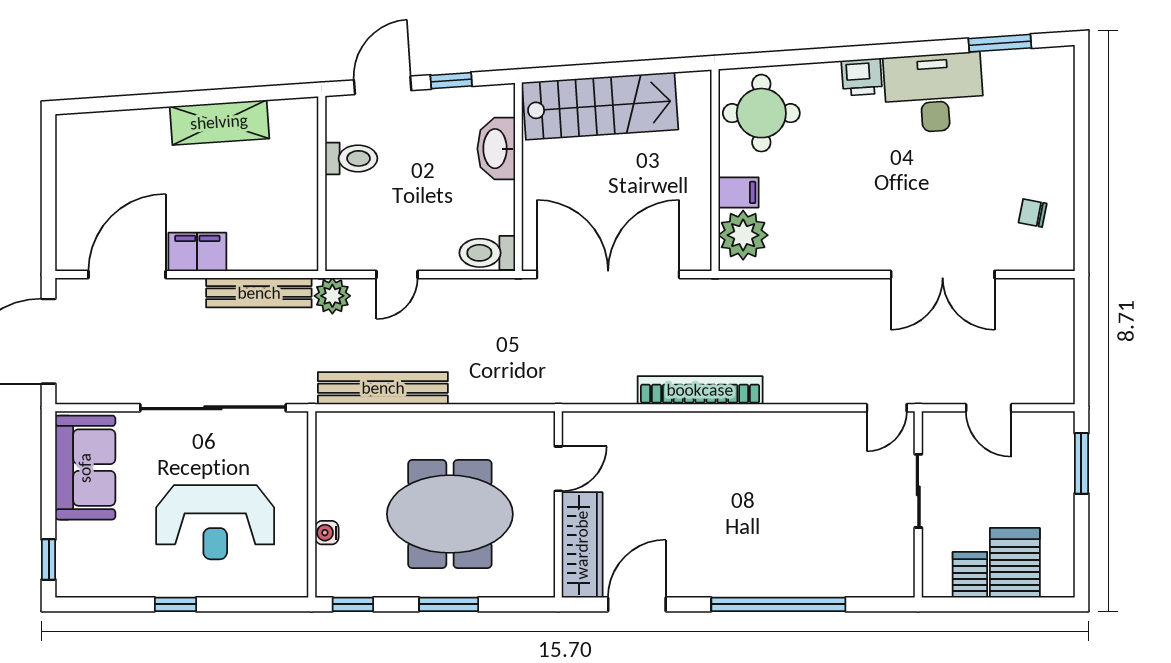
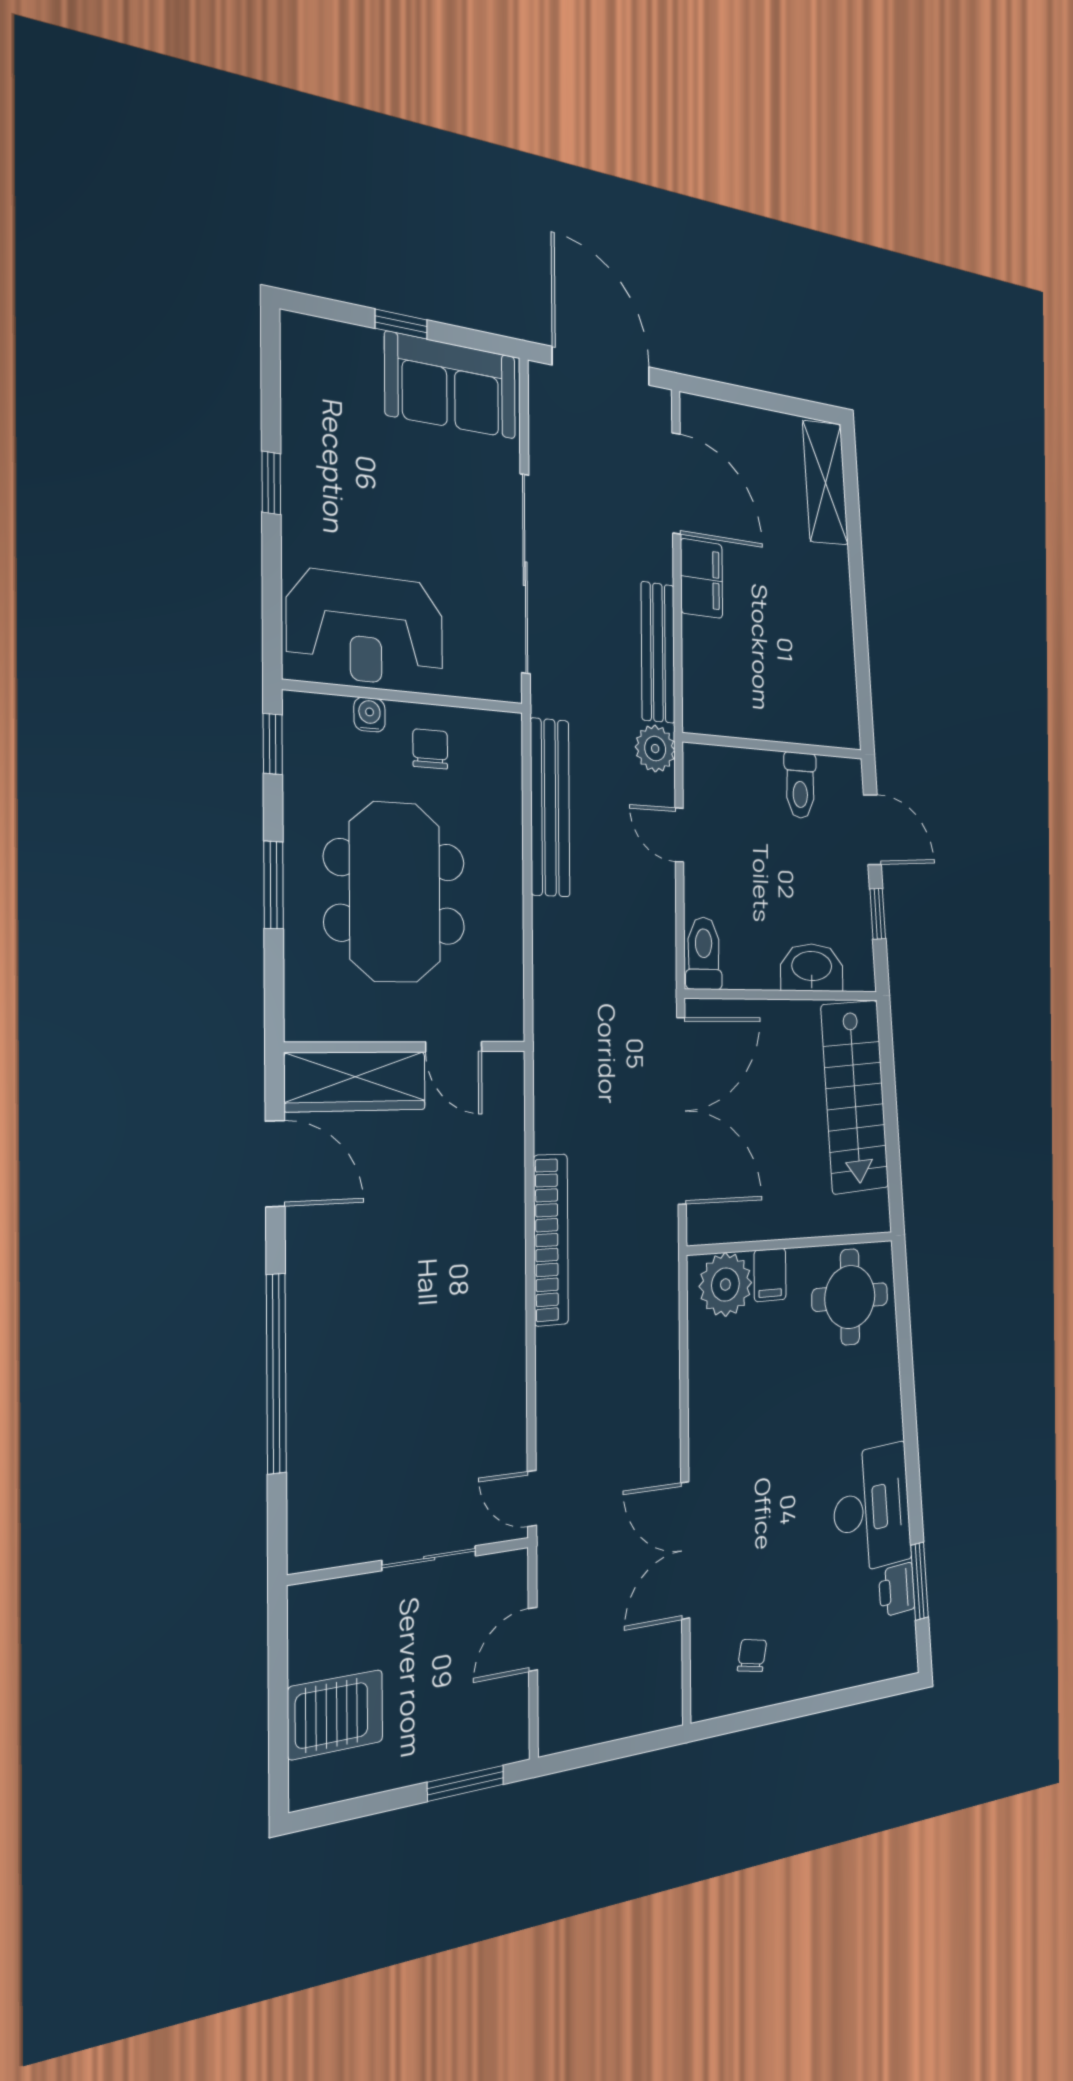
printer: (862, 77) -> (897, 1590), moved
shelving: (219, 122) -> (825, 483), moved
chair: (347, 486) -> (430, 749), added
reception desk: (215, 522) -> (366, 628), moved, turned -90
window: (49, 559) -> (401, 324), moved
server rack: (970, 575) -> (319, 1652), removed

